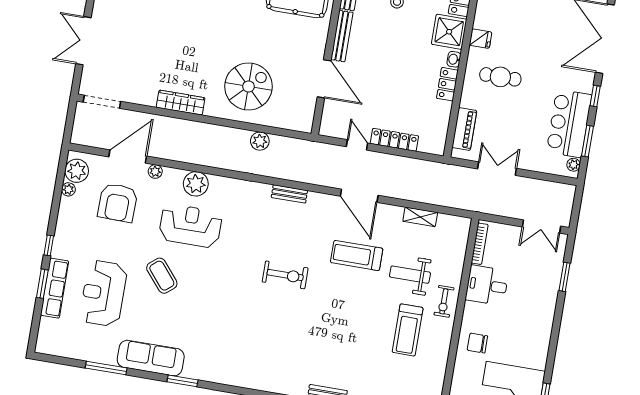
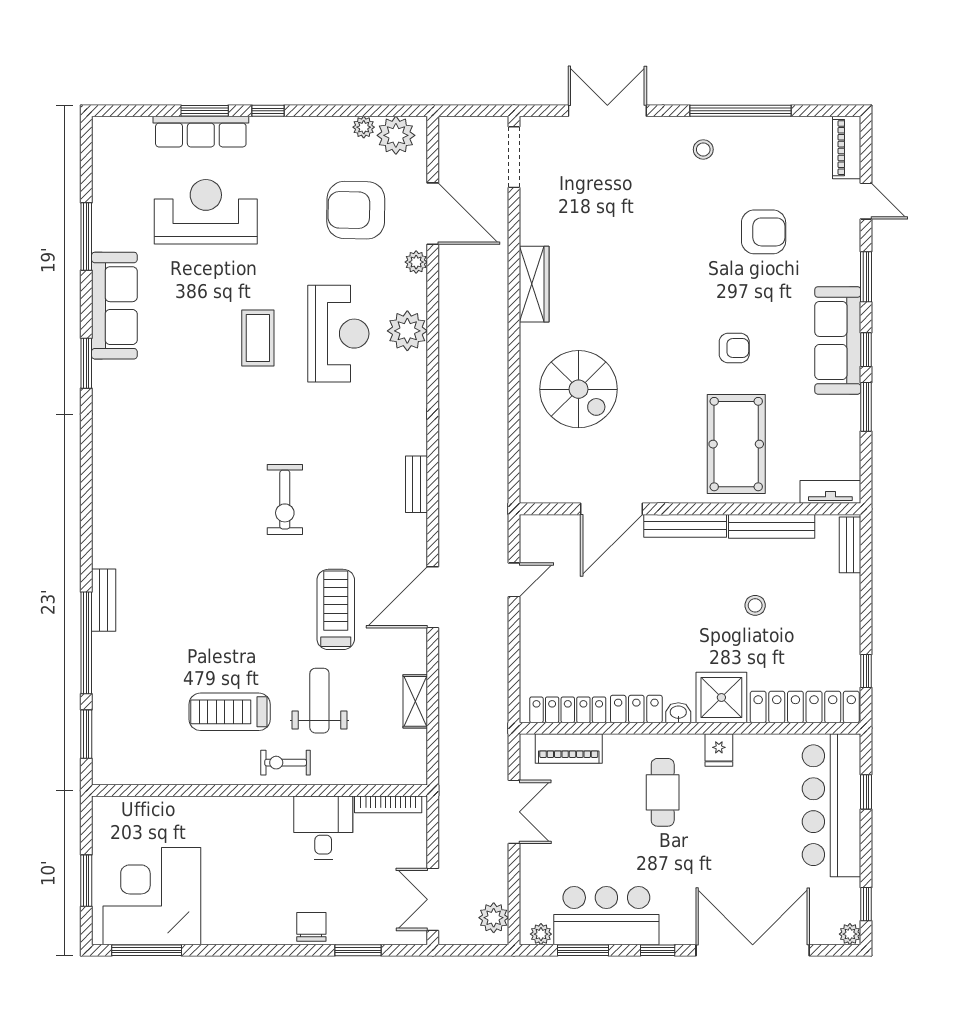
locker: (394, 140) -> (568, 710), moved, turned -90
plant: (260, 141) -> (494, 918), moved
coffee table: (162, 276) -> (258, 338), moved, turned -50
chair: (477, 343) -> (311, 927), moved

